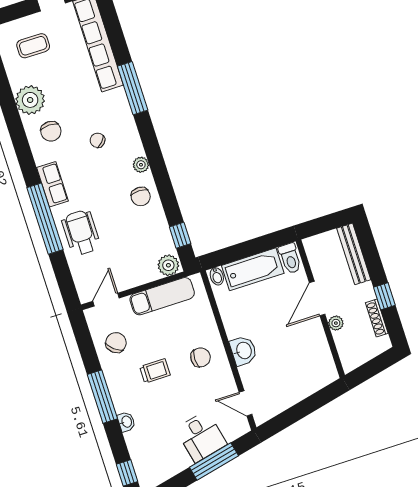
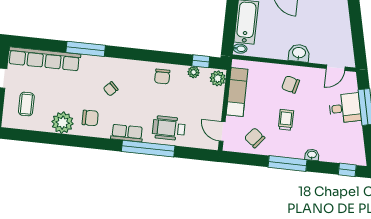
plant: (141, 165) -> (194, 72), moved
chair: (141, 196) -> (162, 76), turned 90
chair: (201, 357) -> (291, 84), turned -76

